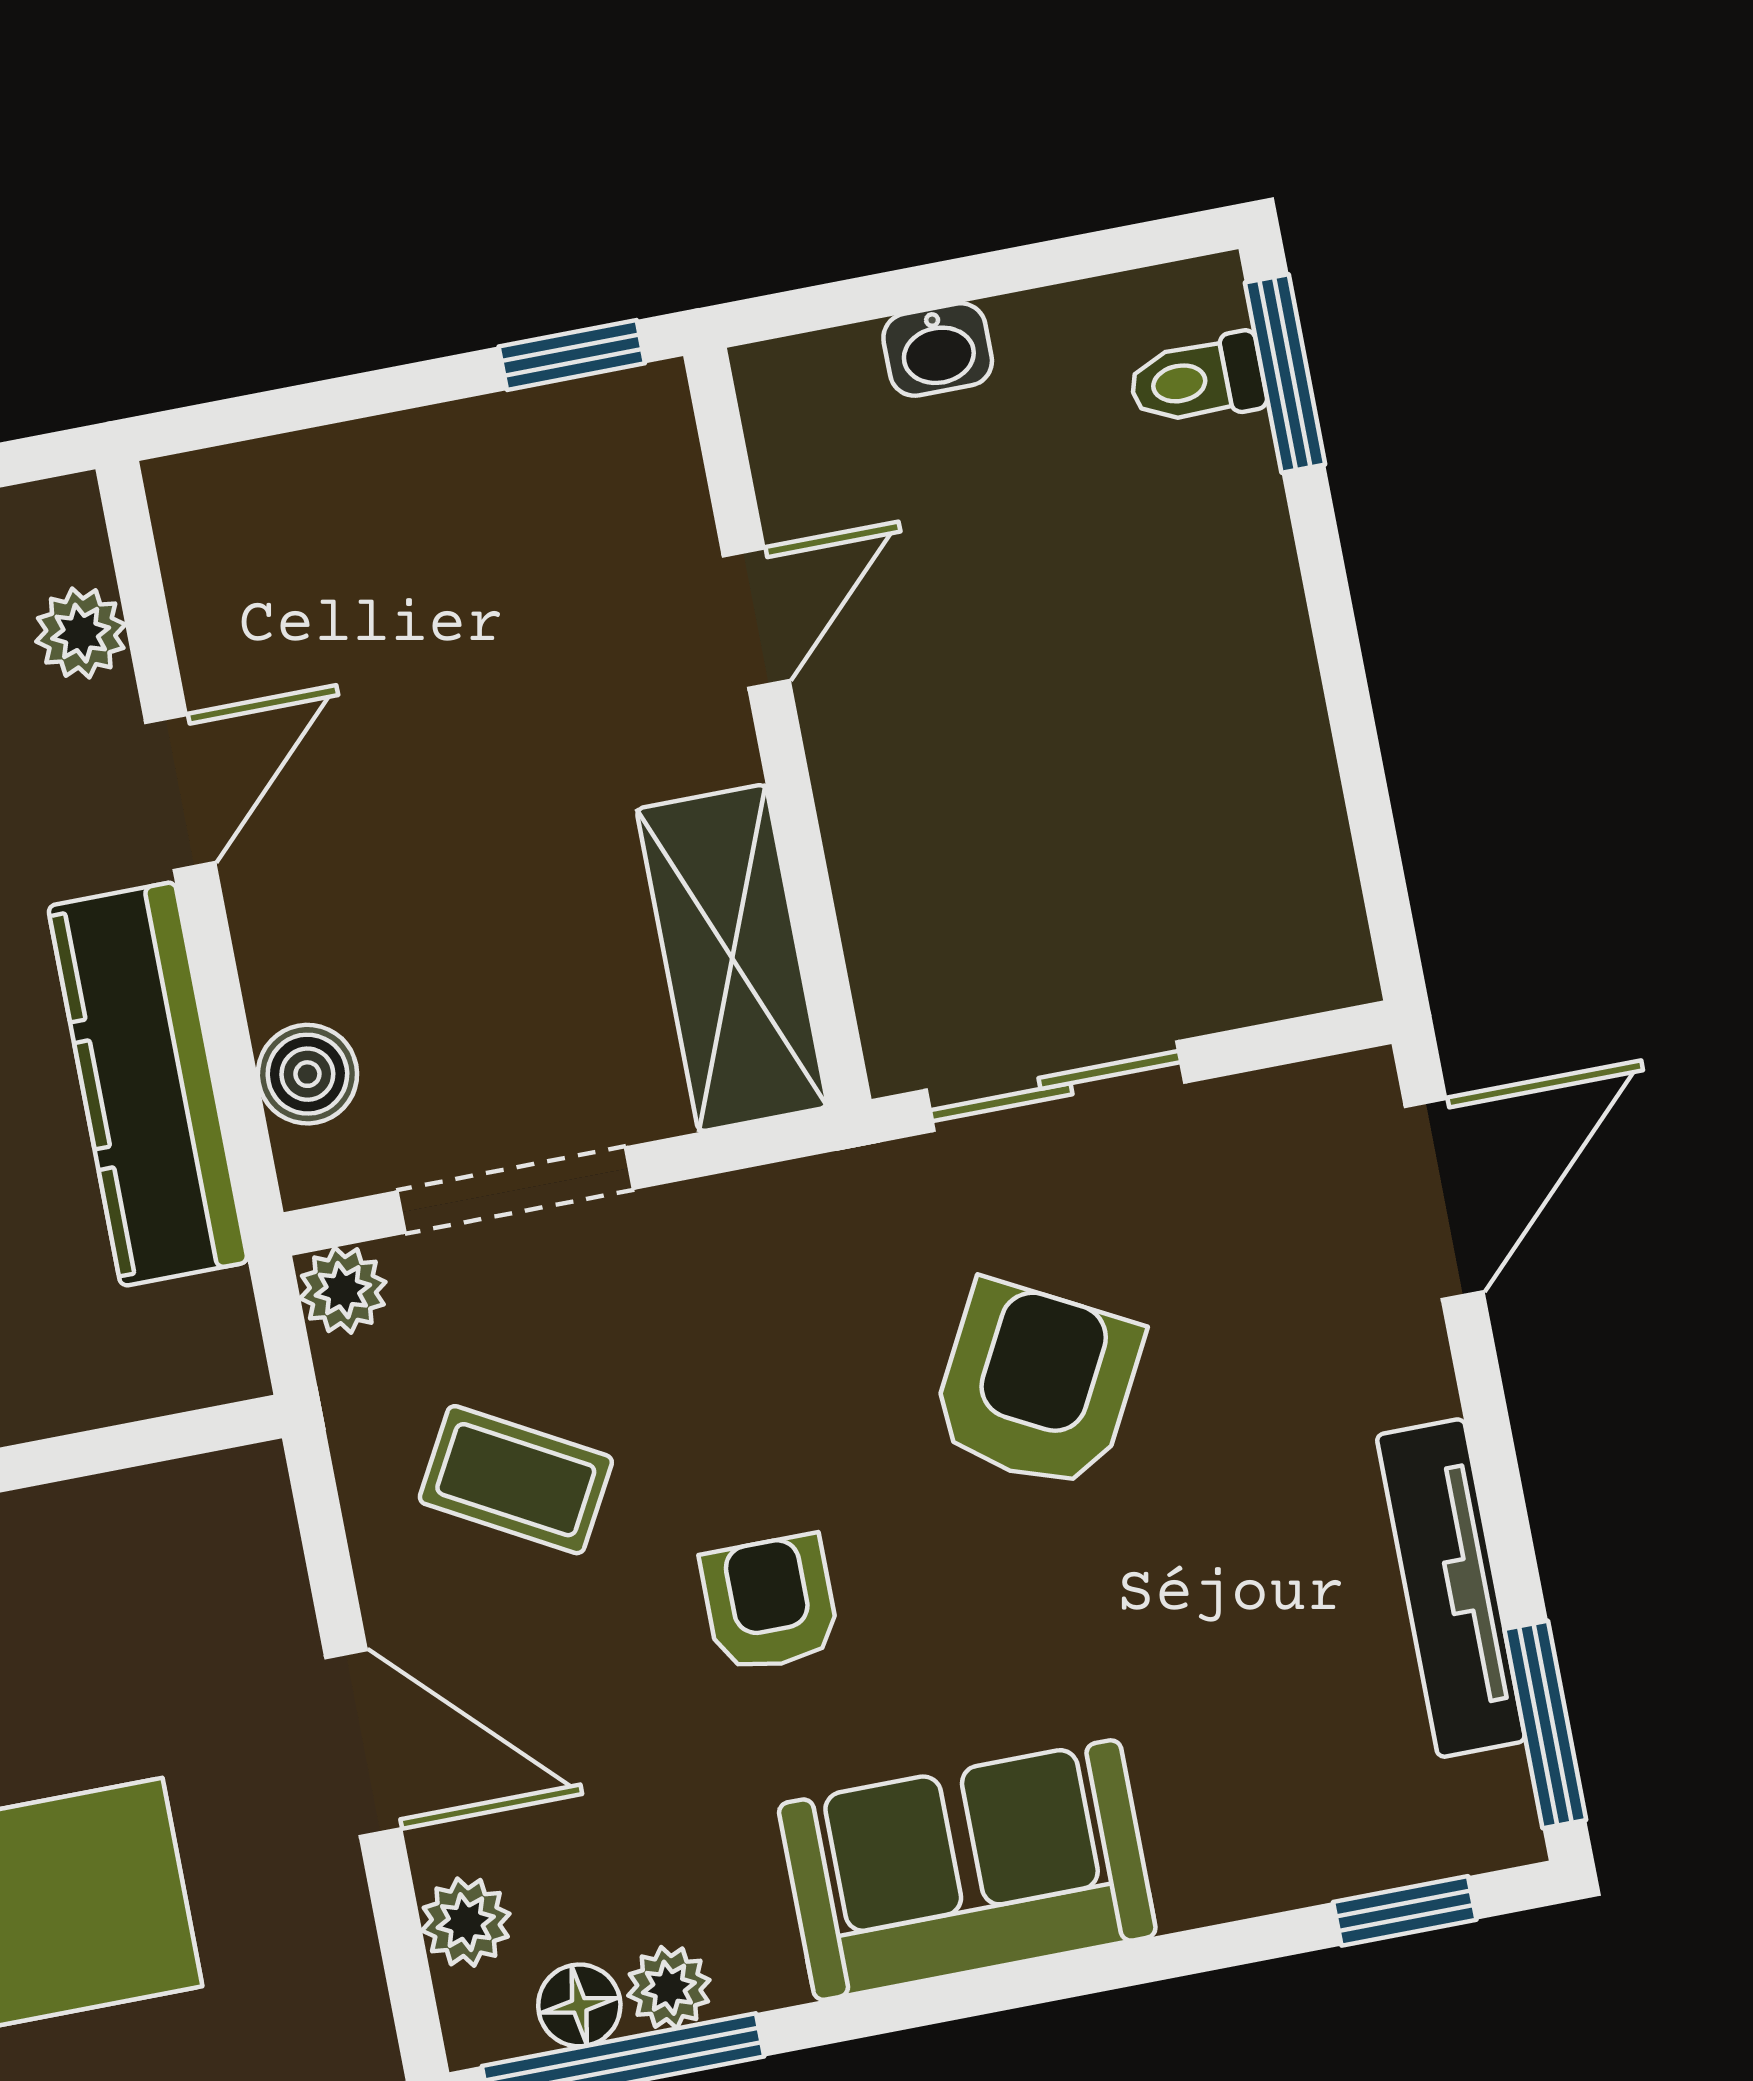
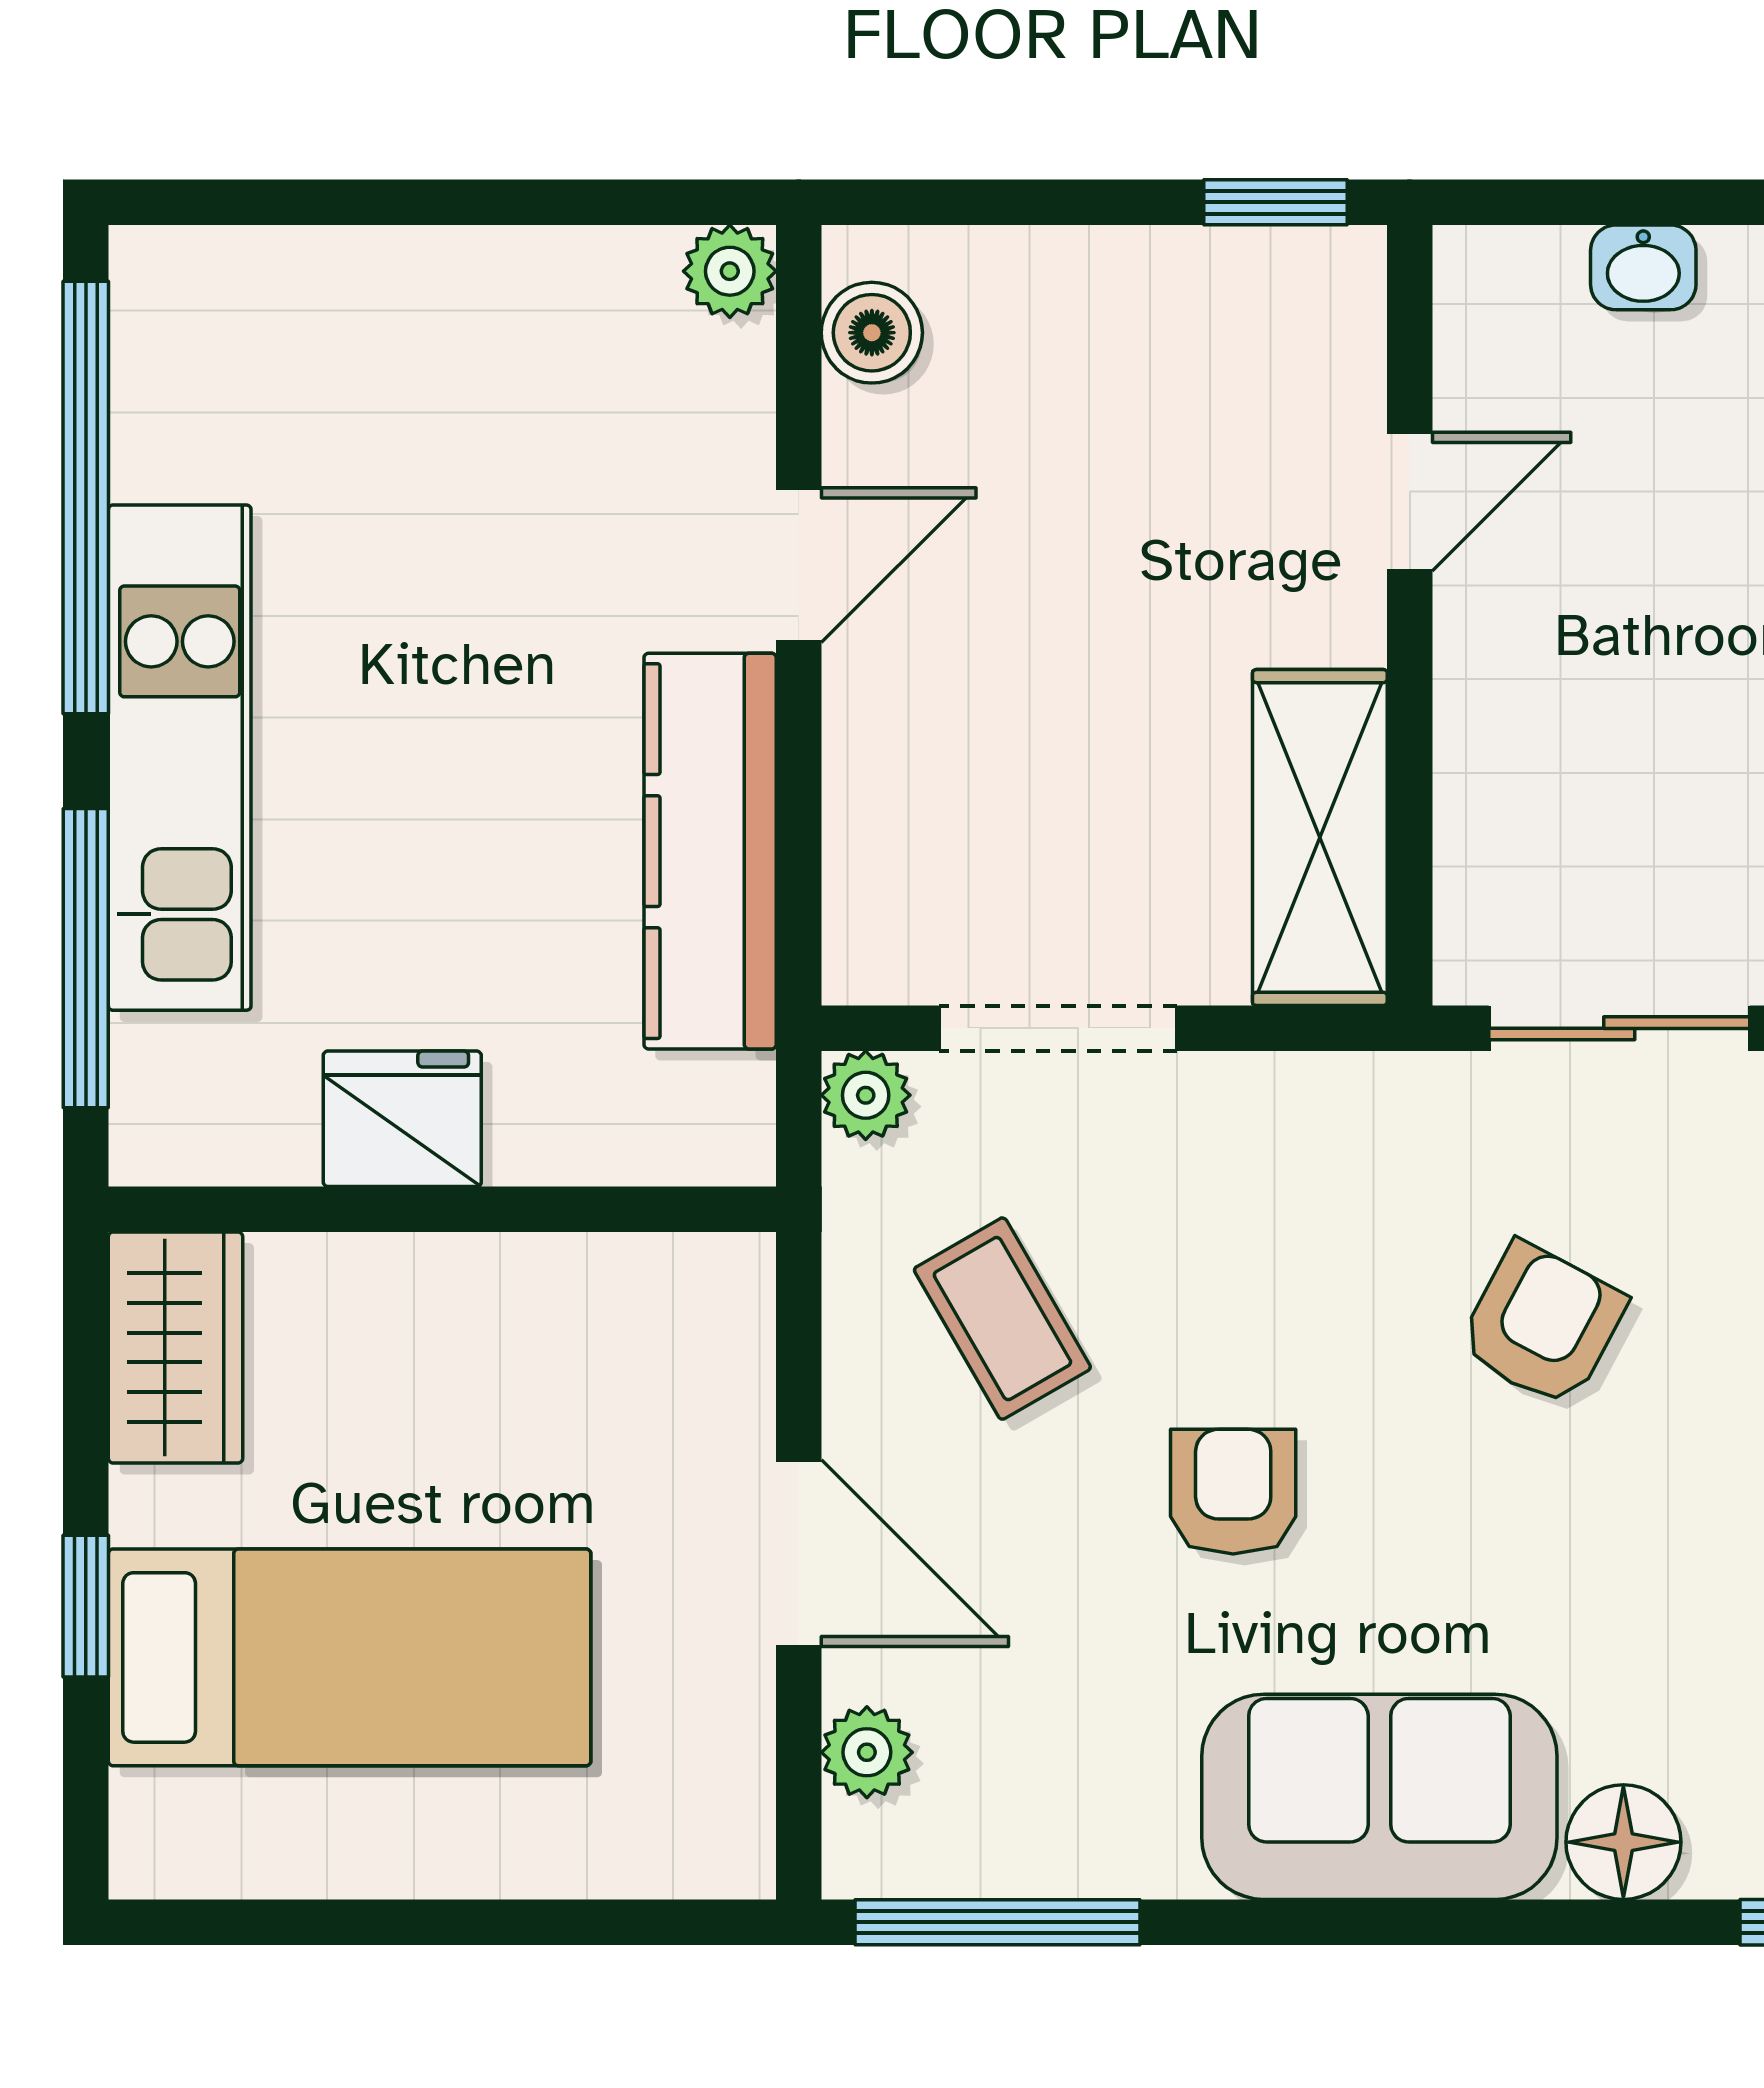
plant: (81, 633) -> (730, 271), moved
boiler: (307, 1074) -> (872, 333), moved
armchair: (1036, 1386) -> (1542, 1325), width x0.72, depth x0.72
coffee table: (516, 1480) -> (1002, 1319), turned 31
plant: (669, 1988) -> (1058, 1857), removed
floor lamp: (579, 2005) -> (1623, 1842), moved, width x1.37, depth x1.37

